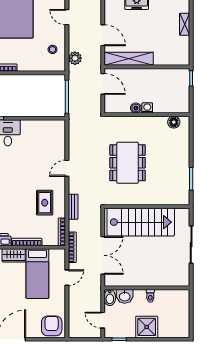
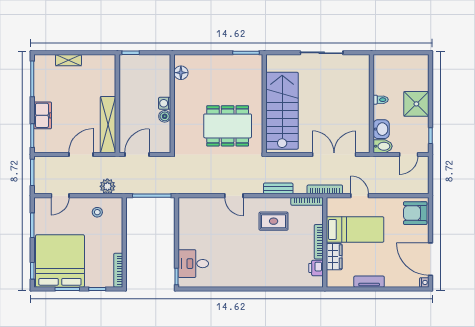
wall: (147, 207) -> (264, 104), moved
stairs: (141, 222) -> (282, 111), moved

